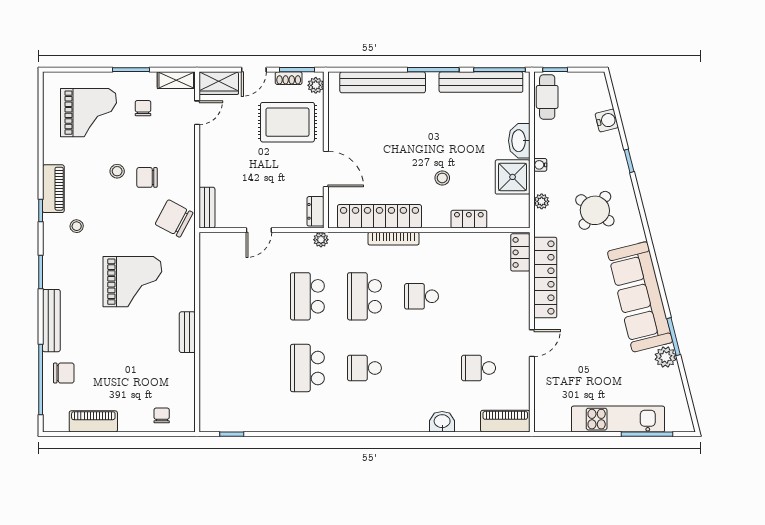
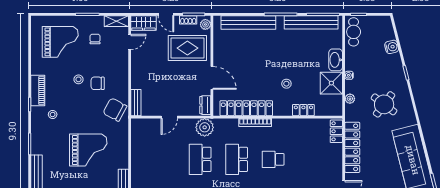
door: (254, 70) -> (166, 14), hinge flipped
plant: (321, 240) -> (205, 127), width x1.88, depth x1.88

